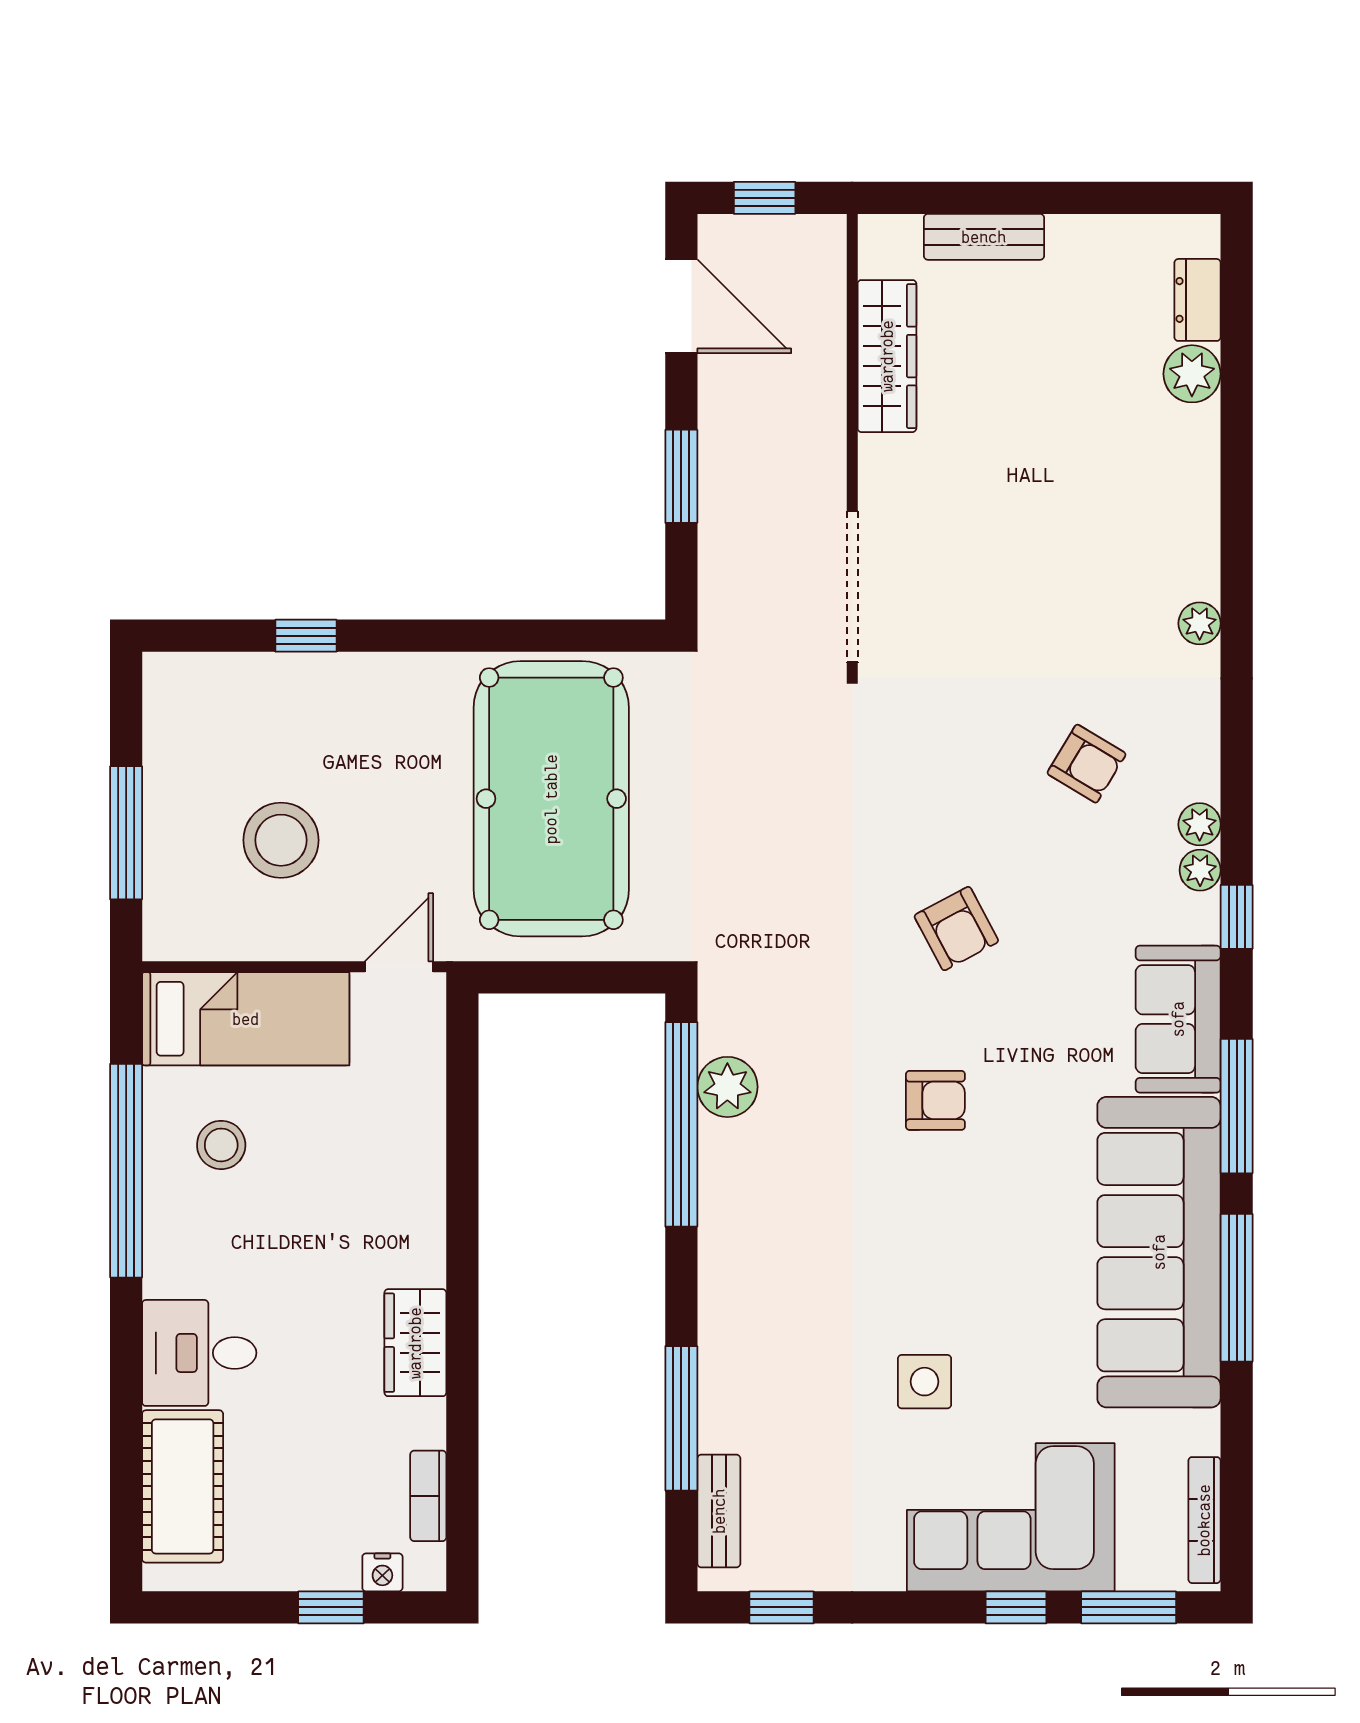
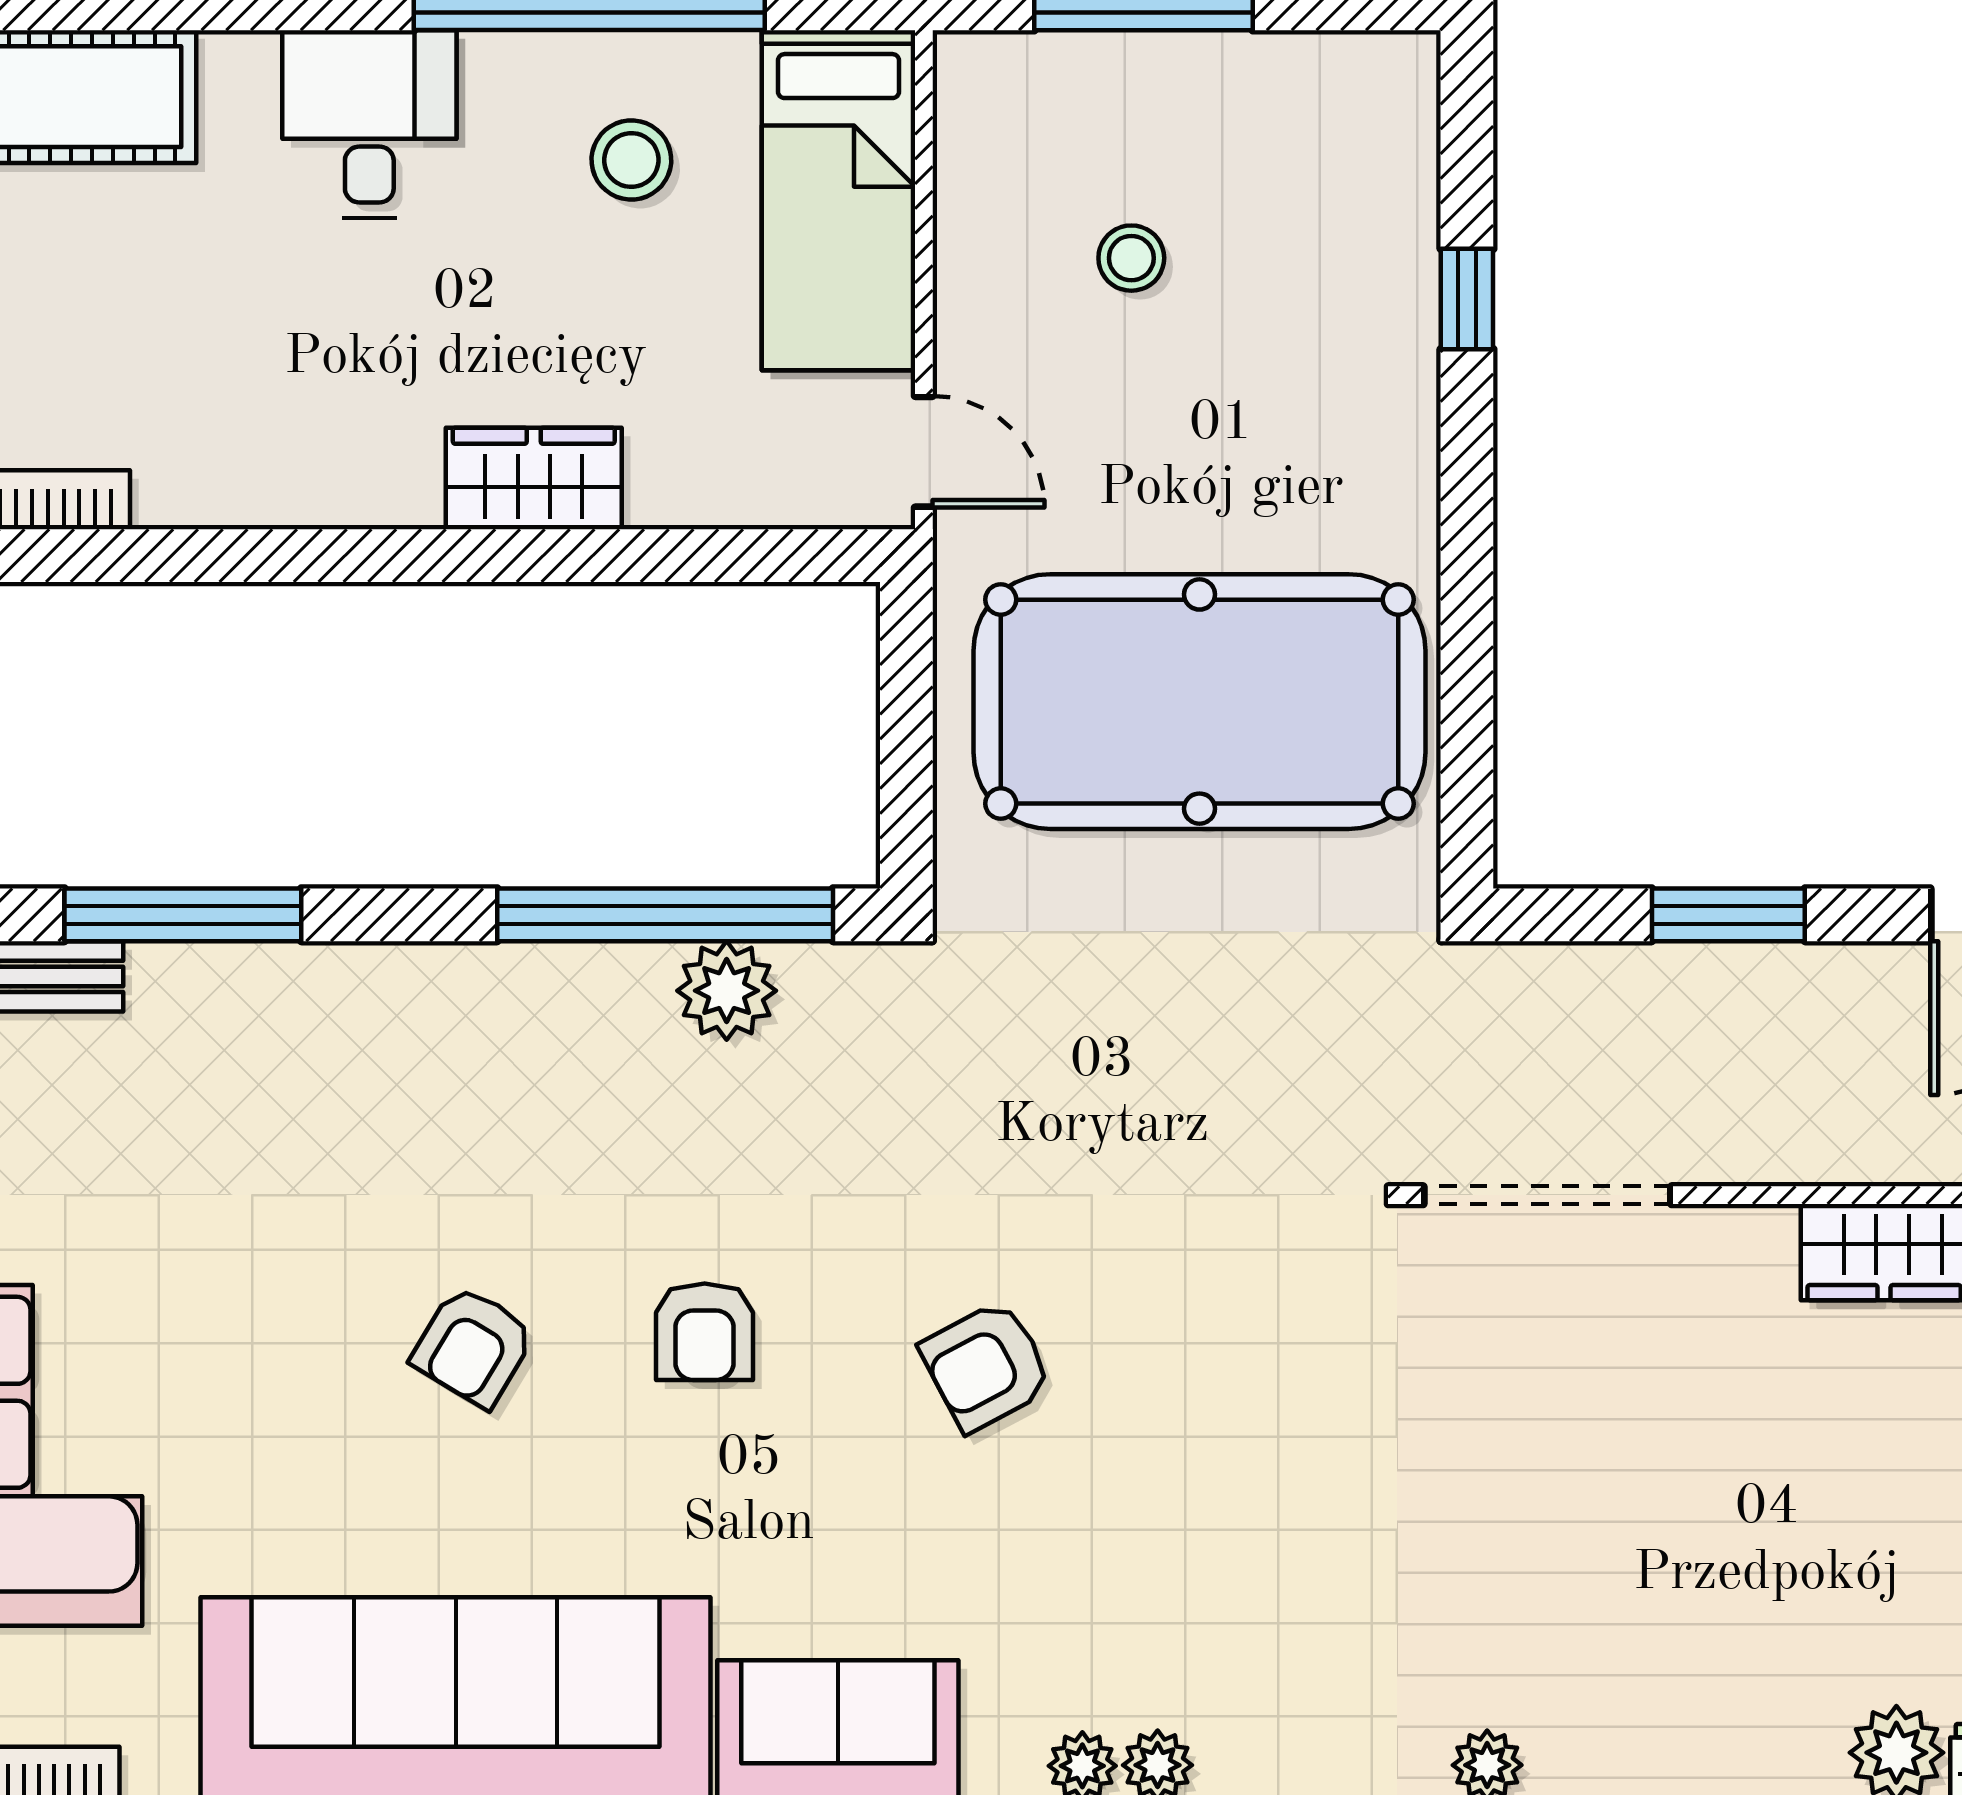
armchair: (1087, 764) -> (473, 1346), moved
stool: (281, 840) -> (1131, 258), width x0.53, depth x0.53
wardrobe: (415, 1343) -> (534, 479), moved
desk: (199, 1353) -> (369, 124), moved
side table: (925, 1382) -> (243, 1314), removed

